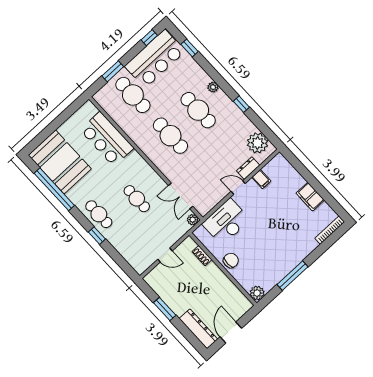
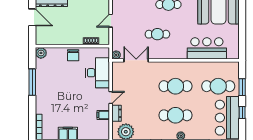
window: (149, 38) -> (242, 112), moved

